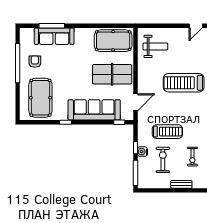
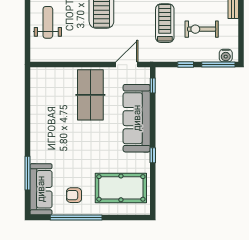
sofa: (54, 36) -> (41, 189), moved
pool table: (113, 41) -> (47, 94), removed
weight bench: (155, 46) -> (48, 22), moved
door: (135, 102) -> (127, 65), hinge flipped
water cooler: (142, 152) -> (226, 56), moved

